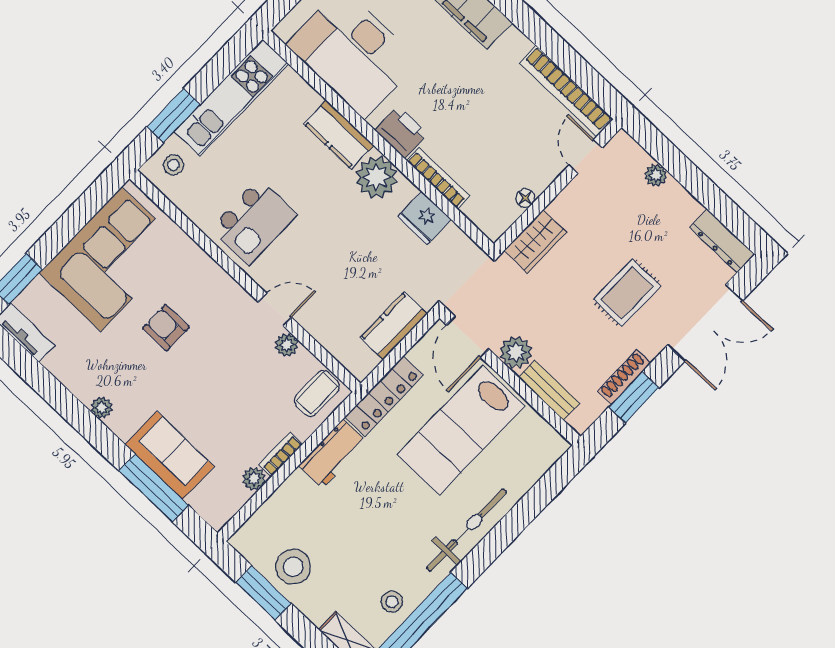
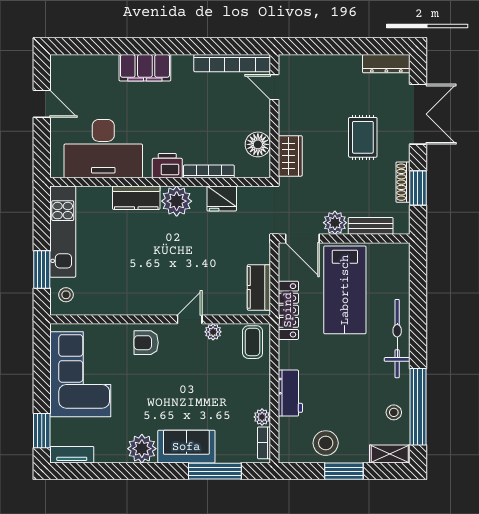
plant: (656, 175) -> (320, 62), removed
floor lamp: (525, 198) -> (258, 144), width x1.89, depth x1.89
kitchen island: (254, 222) -> (135, 285), removed
kitchen counter: (394, 326) -> (259, 287), moved
armchair: (166, 328) -> (146, 343), moved
plant: (102, 408) -> (142, 449), width x1.87, depth x1.87
bookcase: (281, 454) -> (264, 443), moved
workbench: (333, 454) -> (290, 393), moved
sofa: (169, 455) -> (186, 447), moved
window: (264, 593) -> (344, 471), moved

